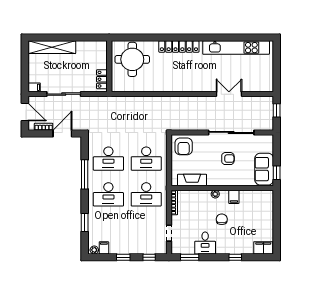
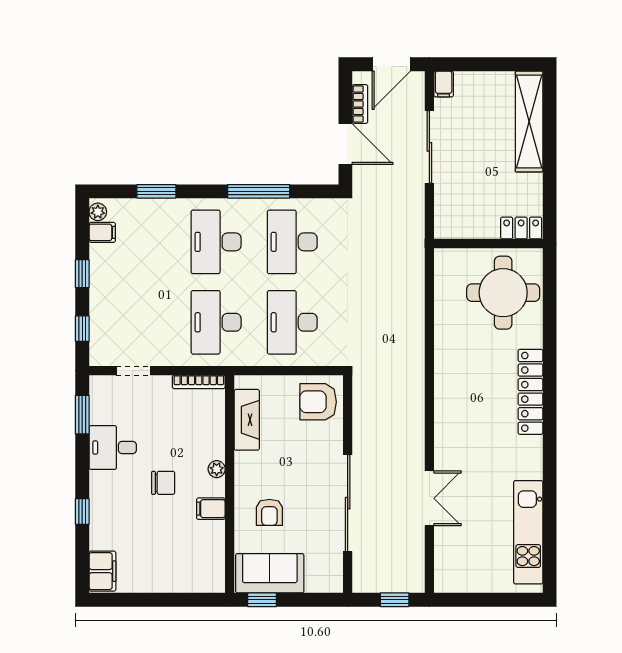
kitchen unit: (236, 48) -> (528, 532), width x0.73
locker: (102, 79) -> (521, 228), moved
armchair: (228, 159) -> (269, 512), moved

